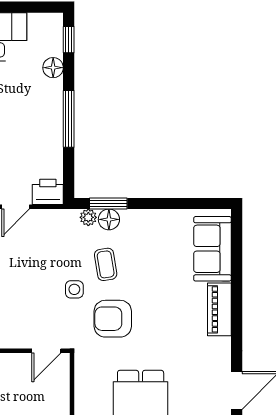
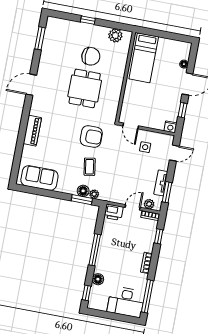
sofa: (212, 249) -> (39, 178), moved, turned -90
side table: (74, 289) -> (145, 147), moved
door: (46, 351) -> (131, 126), swing flipped

